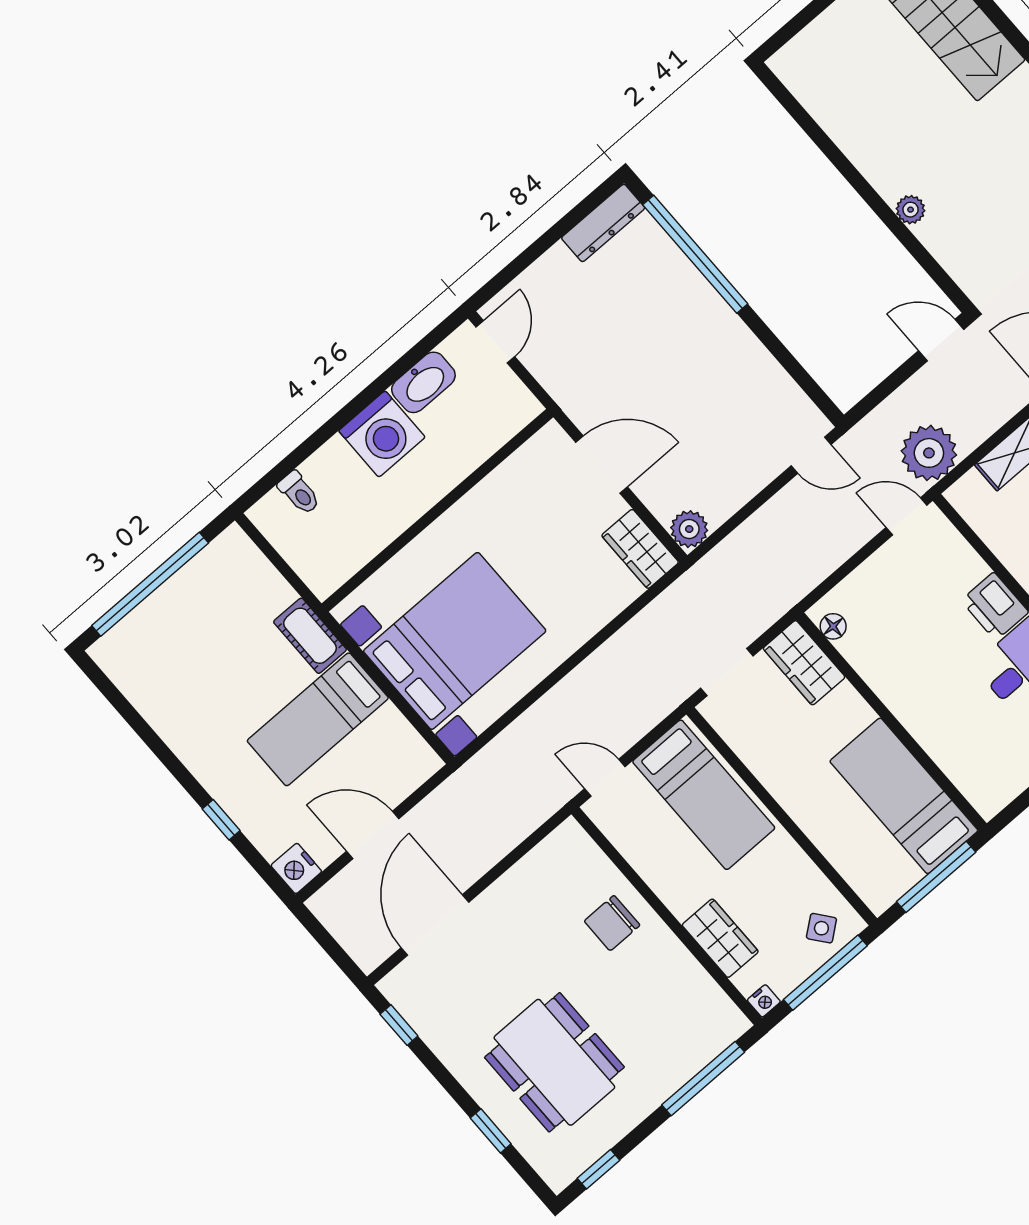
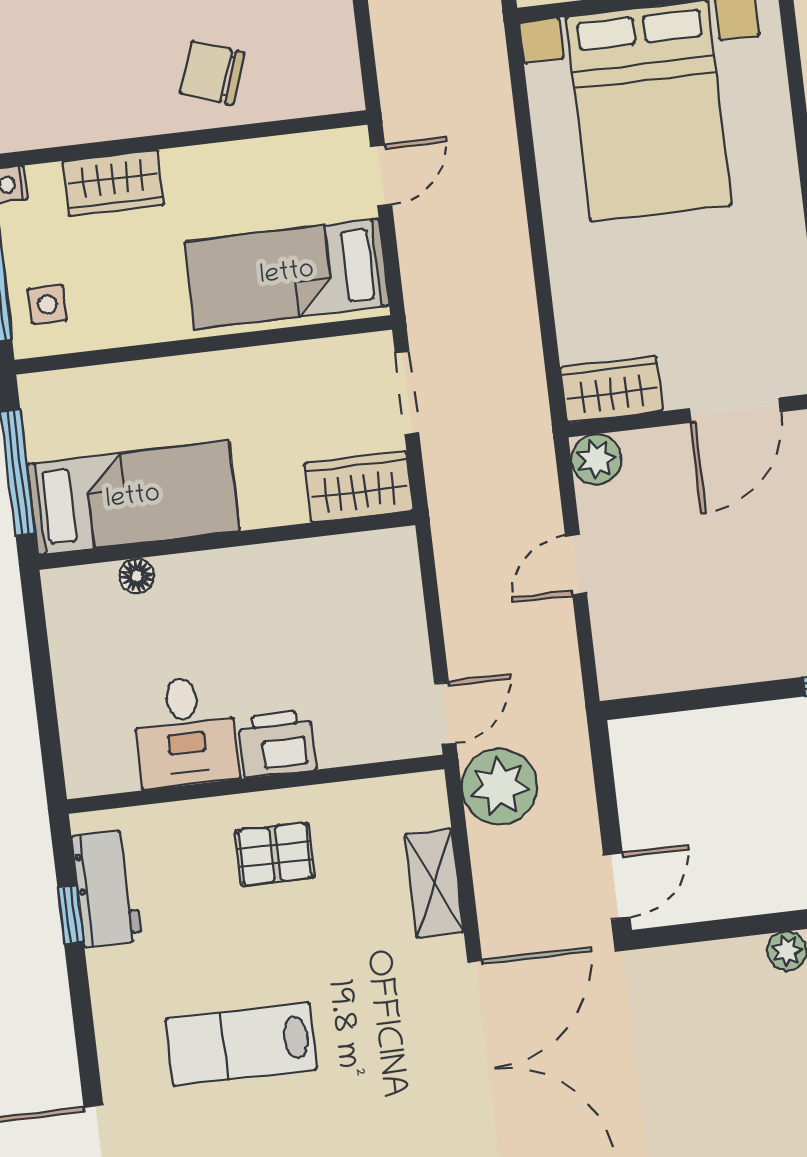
door: (811, 455) -> (576, 565), moved
floor lamp: (833, 626) -> (137, 576), moved
chair: (612, 923) -> (212, 73), turned -71
side table: (821, 928) -> (47, 304), turned 38

